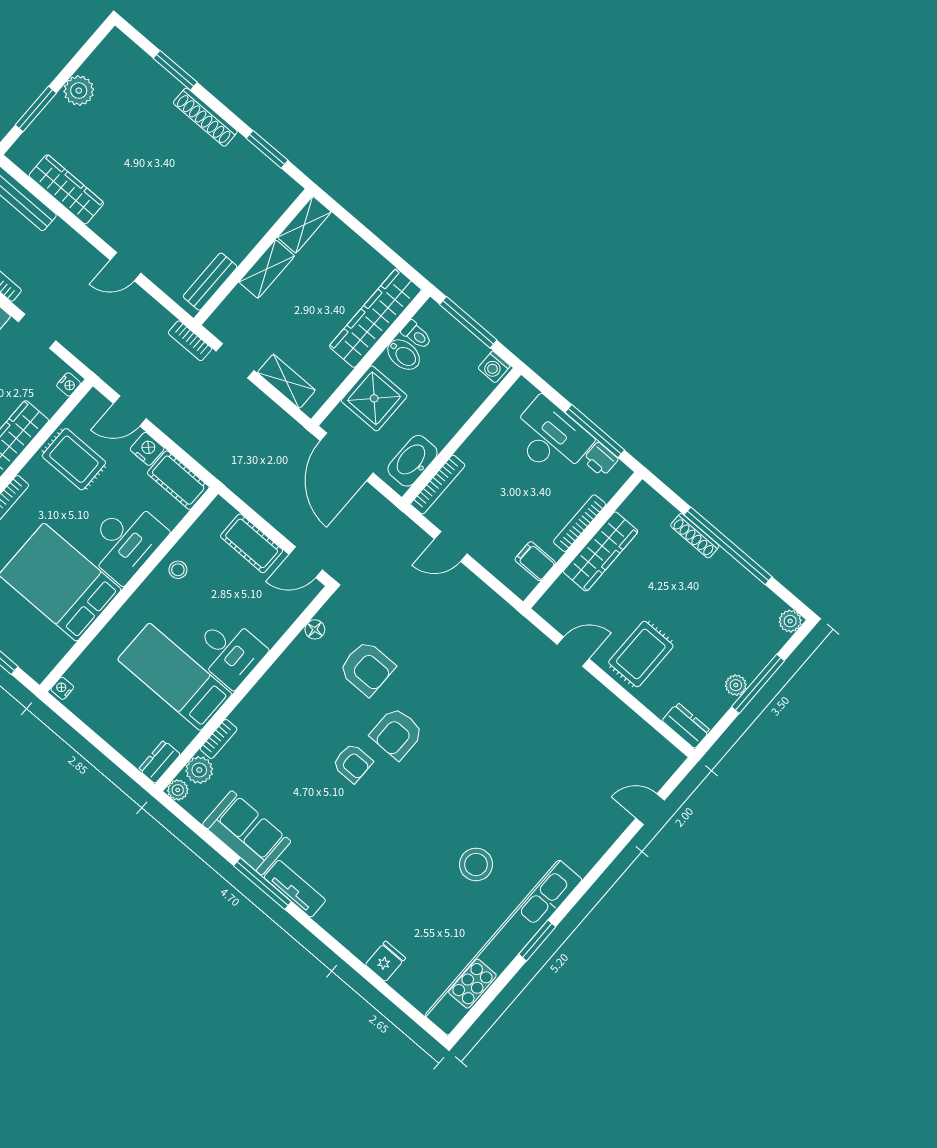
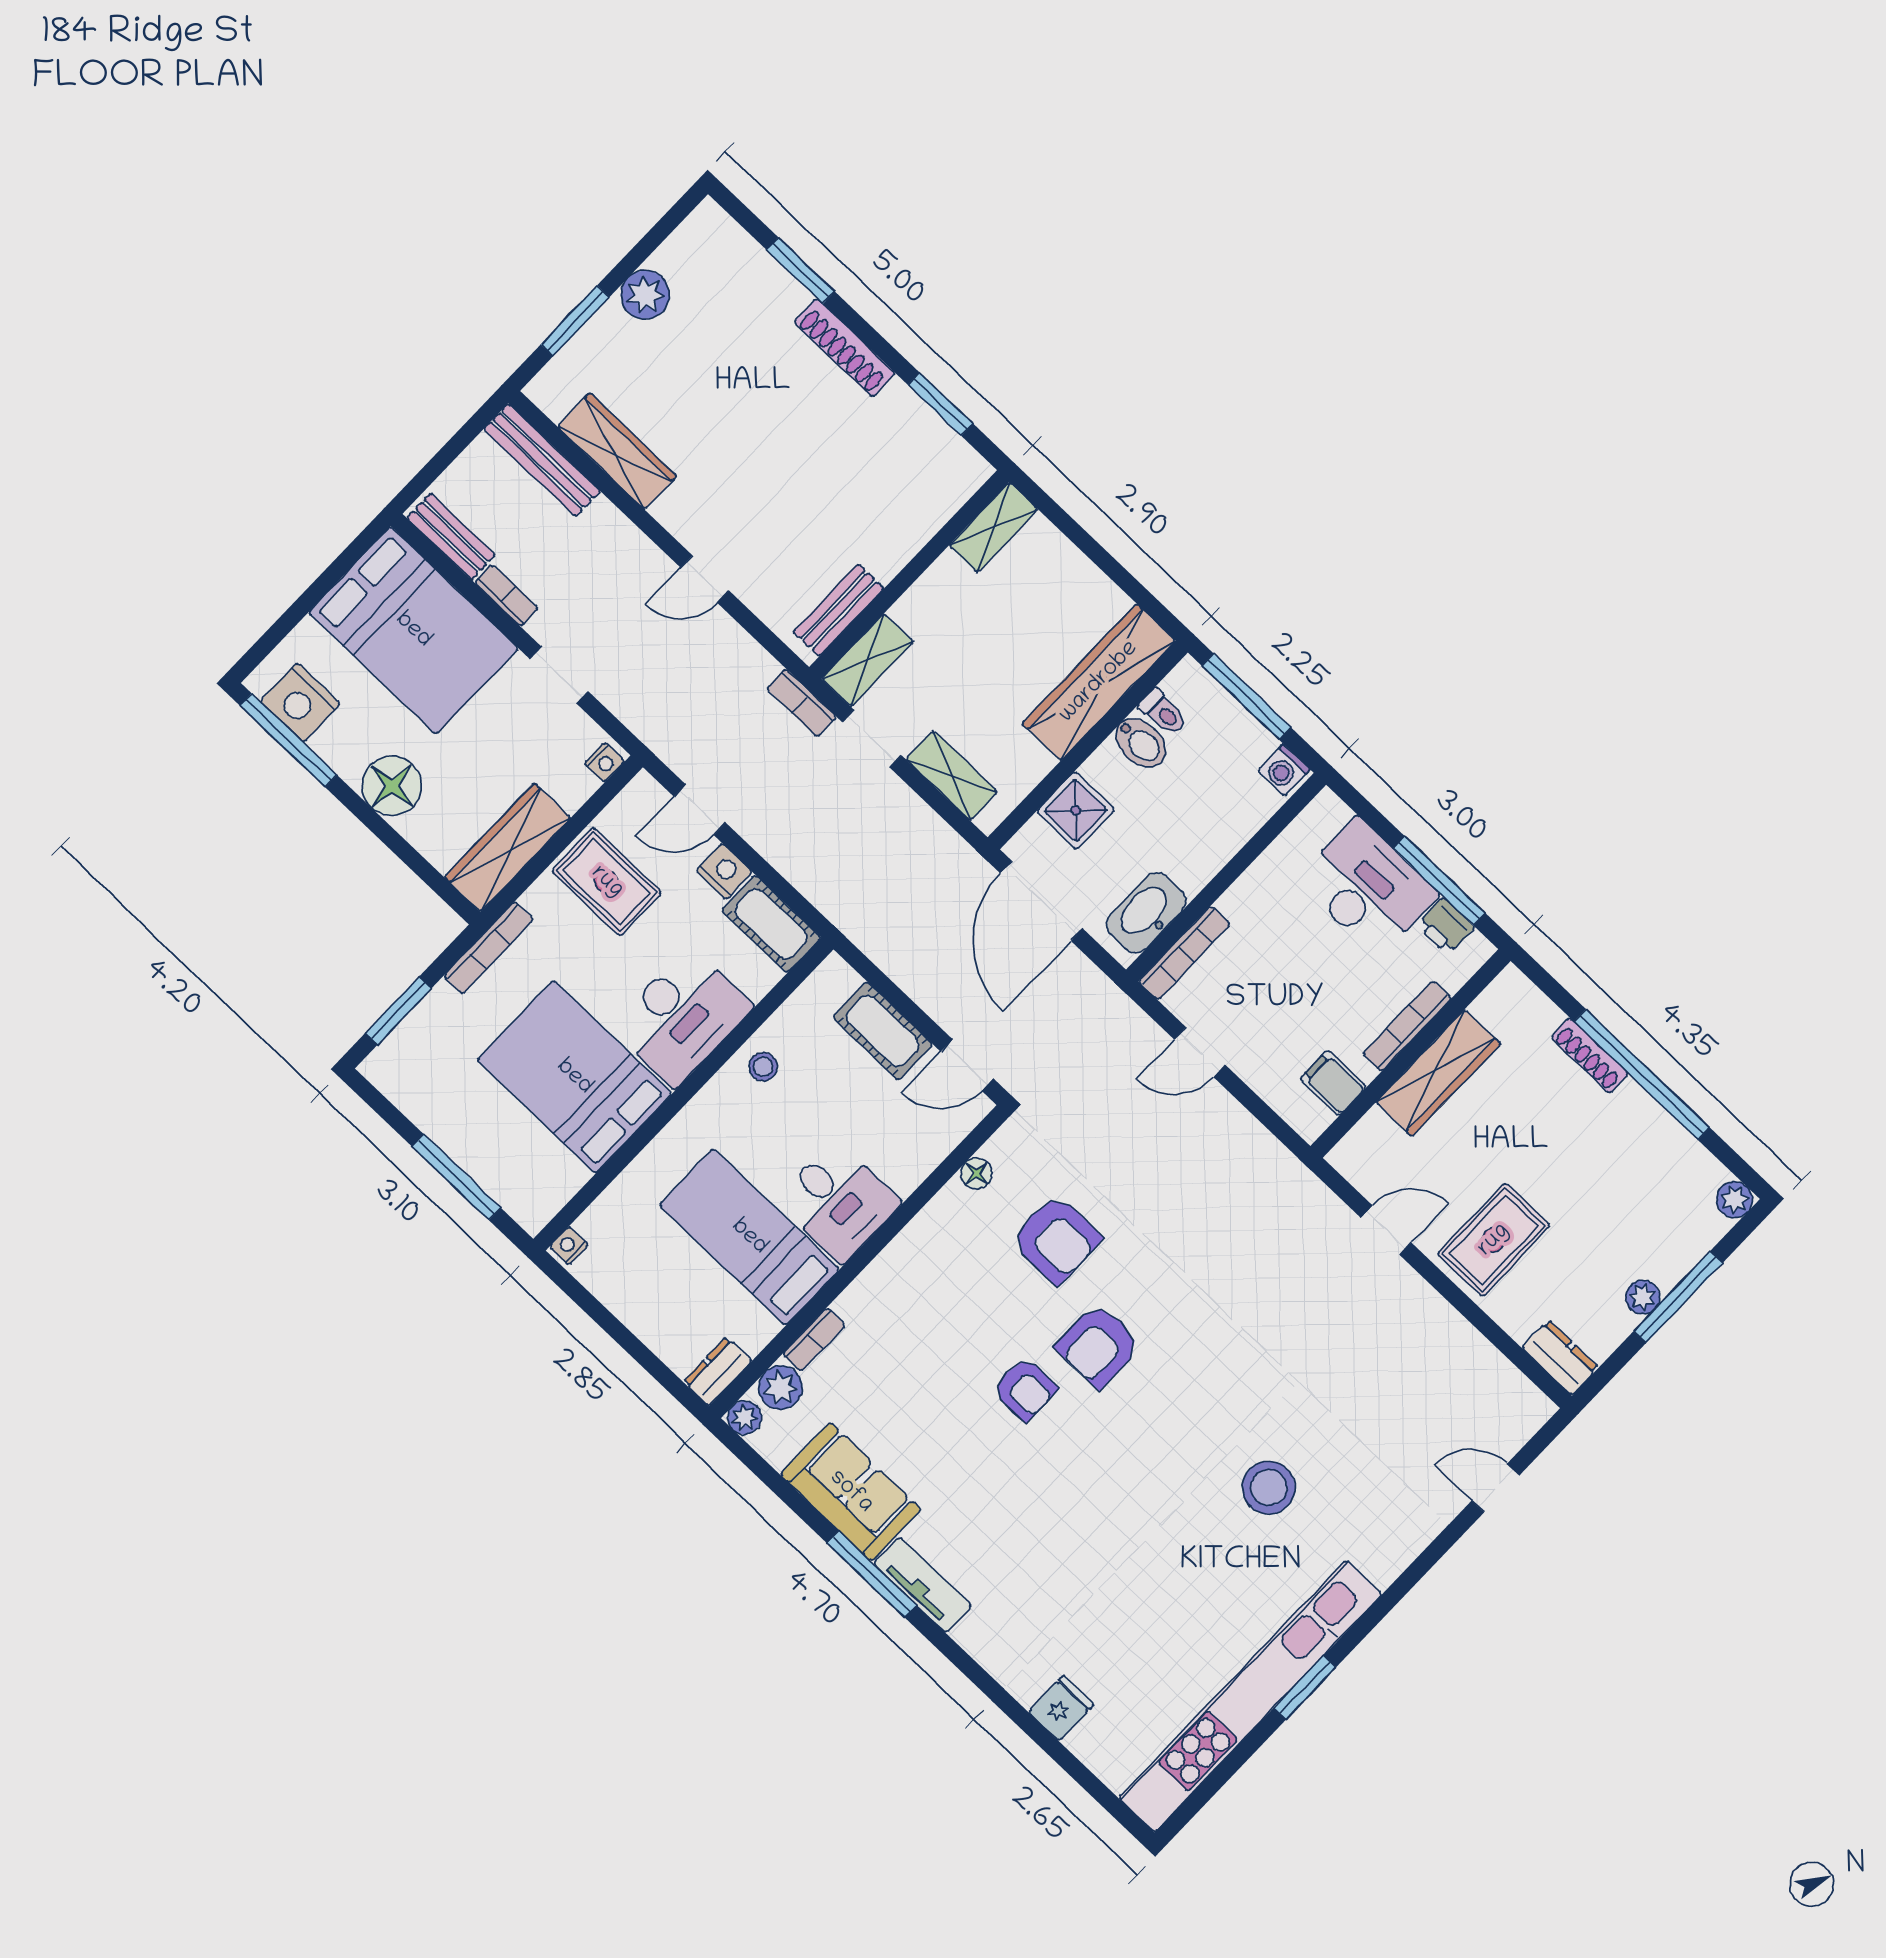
shelving: (267, 269) -> (868, 660), moved
shower: (374, 398) -> (1076, 810), width x0.73, depth x0.73
stool: (476, 864) -> (1269, 1488), moved

